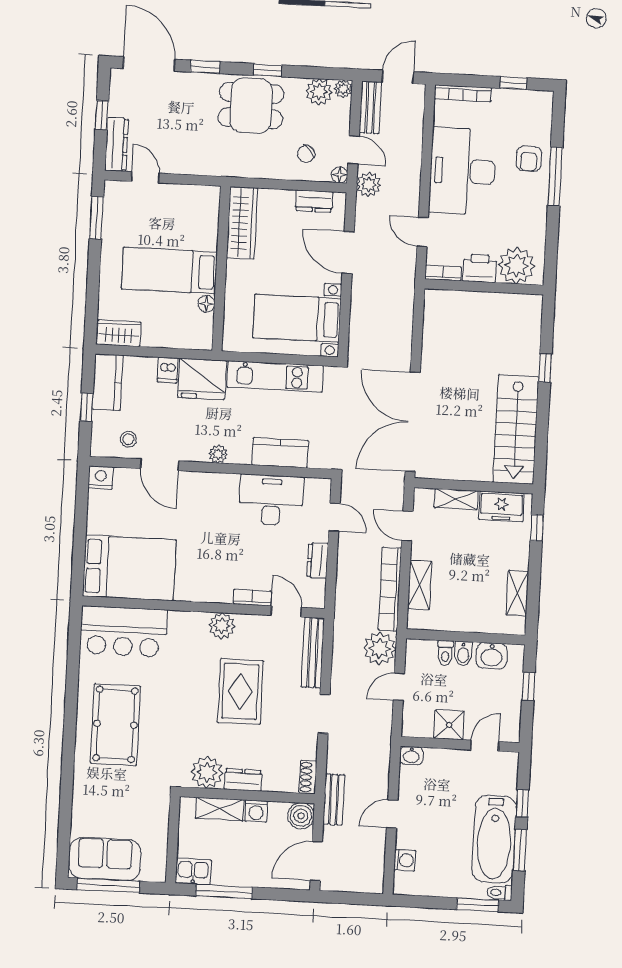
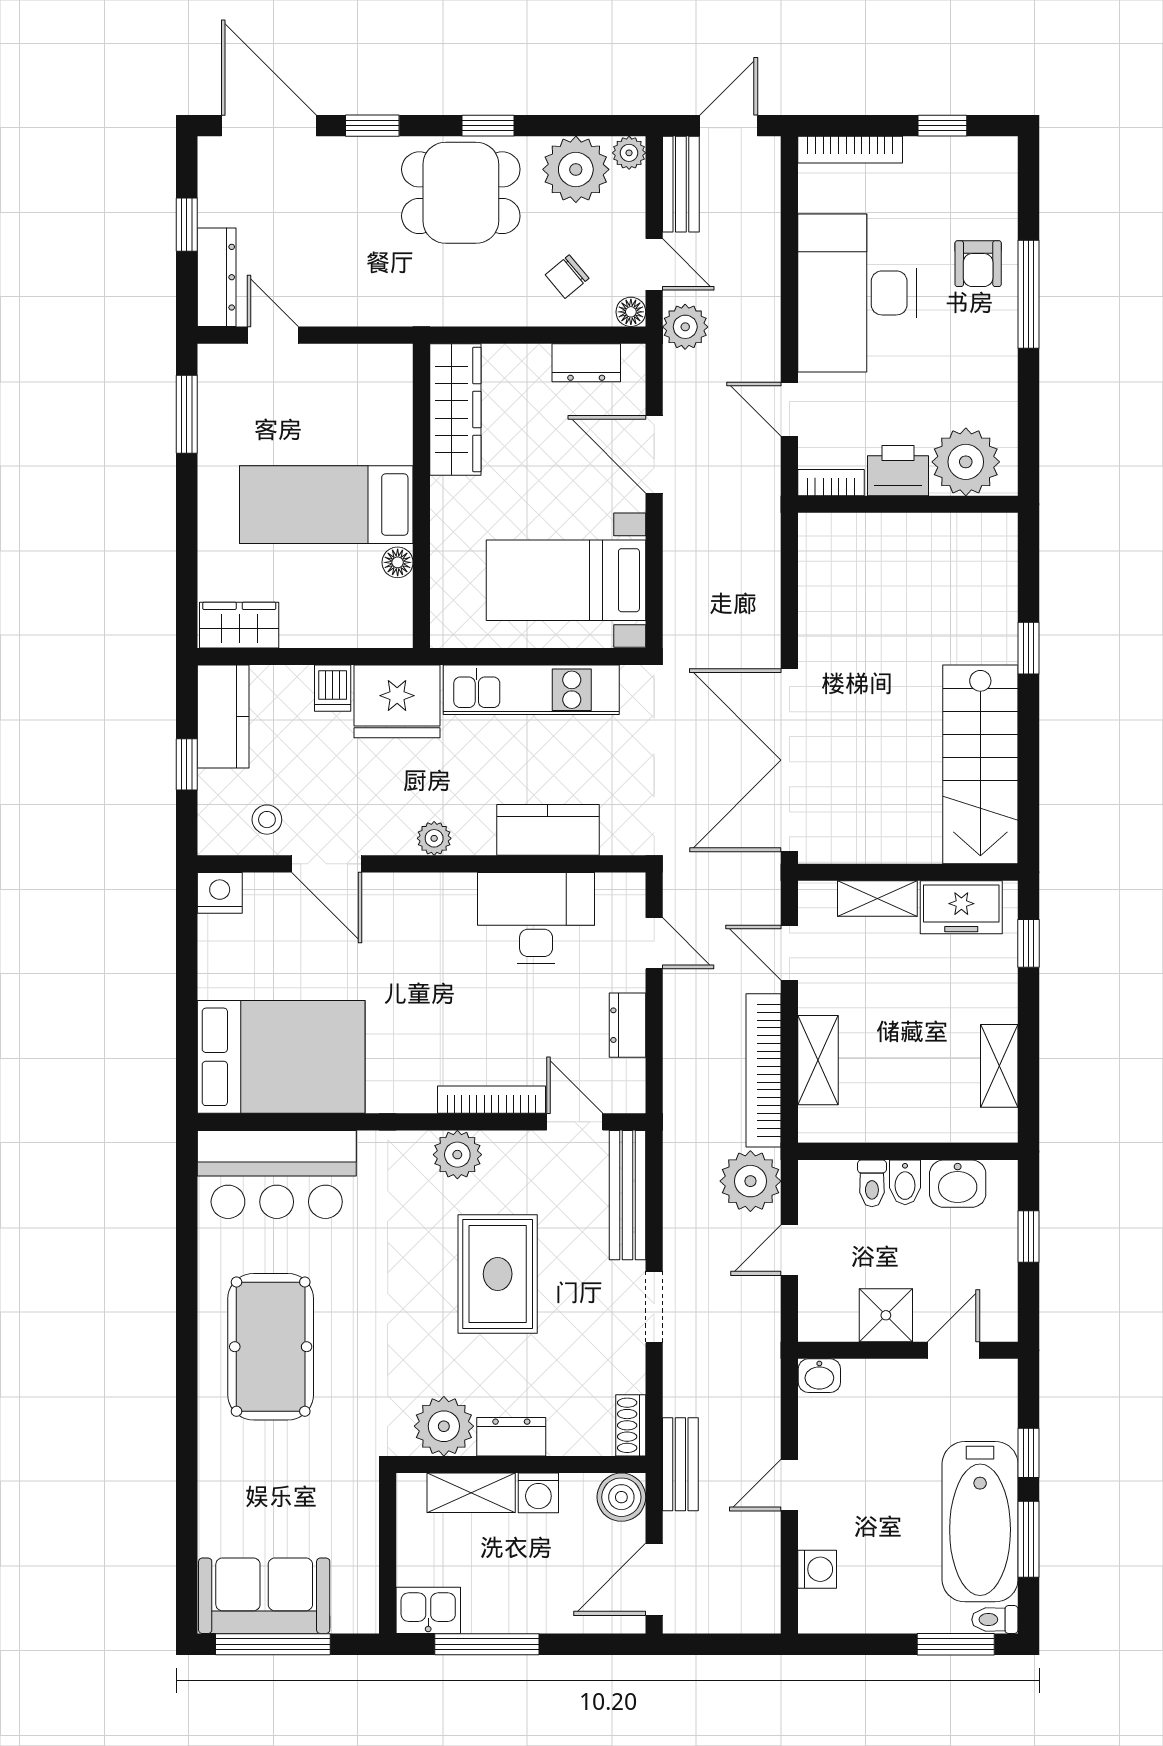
plant: (319, 92) -> (576, 169), width x1.36, depth x1.36
bookcase: (252, 598) -> (491, 1100), width x1.56

